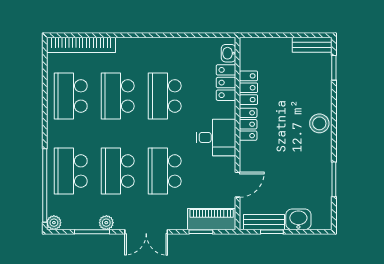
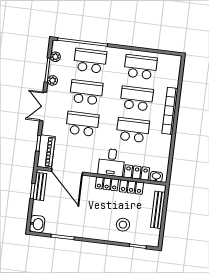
bookcase: (81, 45) -> (170, 111), moved
bench: (312, 45) -> (158, 210), moved, width x1.36
stool: (319, 123) -> (123, 225), moved
desk: (216, 137) -> (111, 162), moved
door: (238, 185) -> (67, 172), width x1.88
washbasin: (298, 219) -> (37, 224), moved
plant: (54, 223) -> (55, 57), moved

